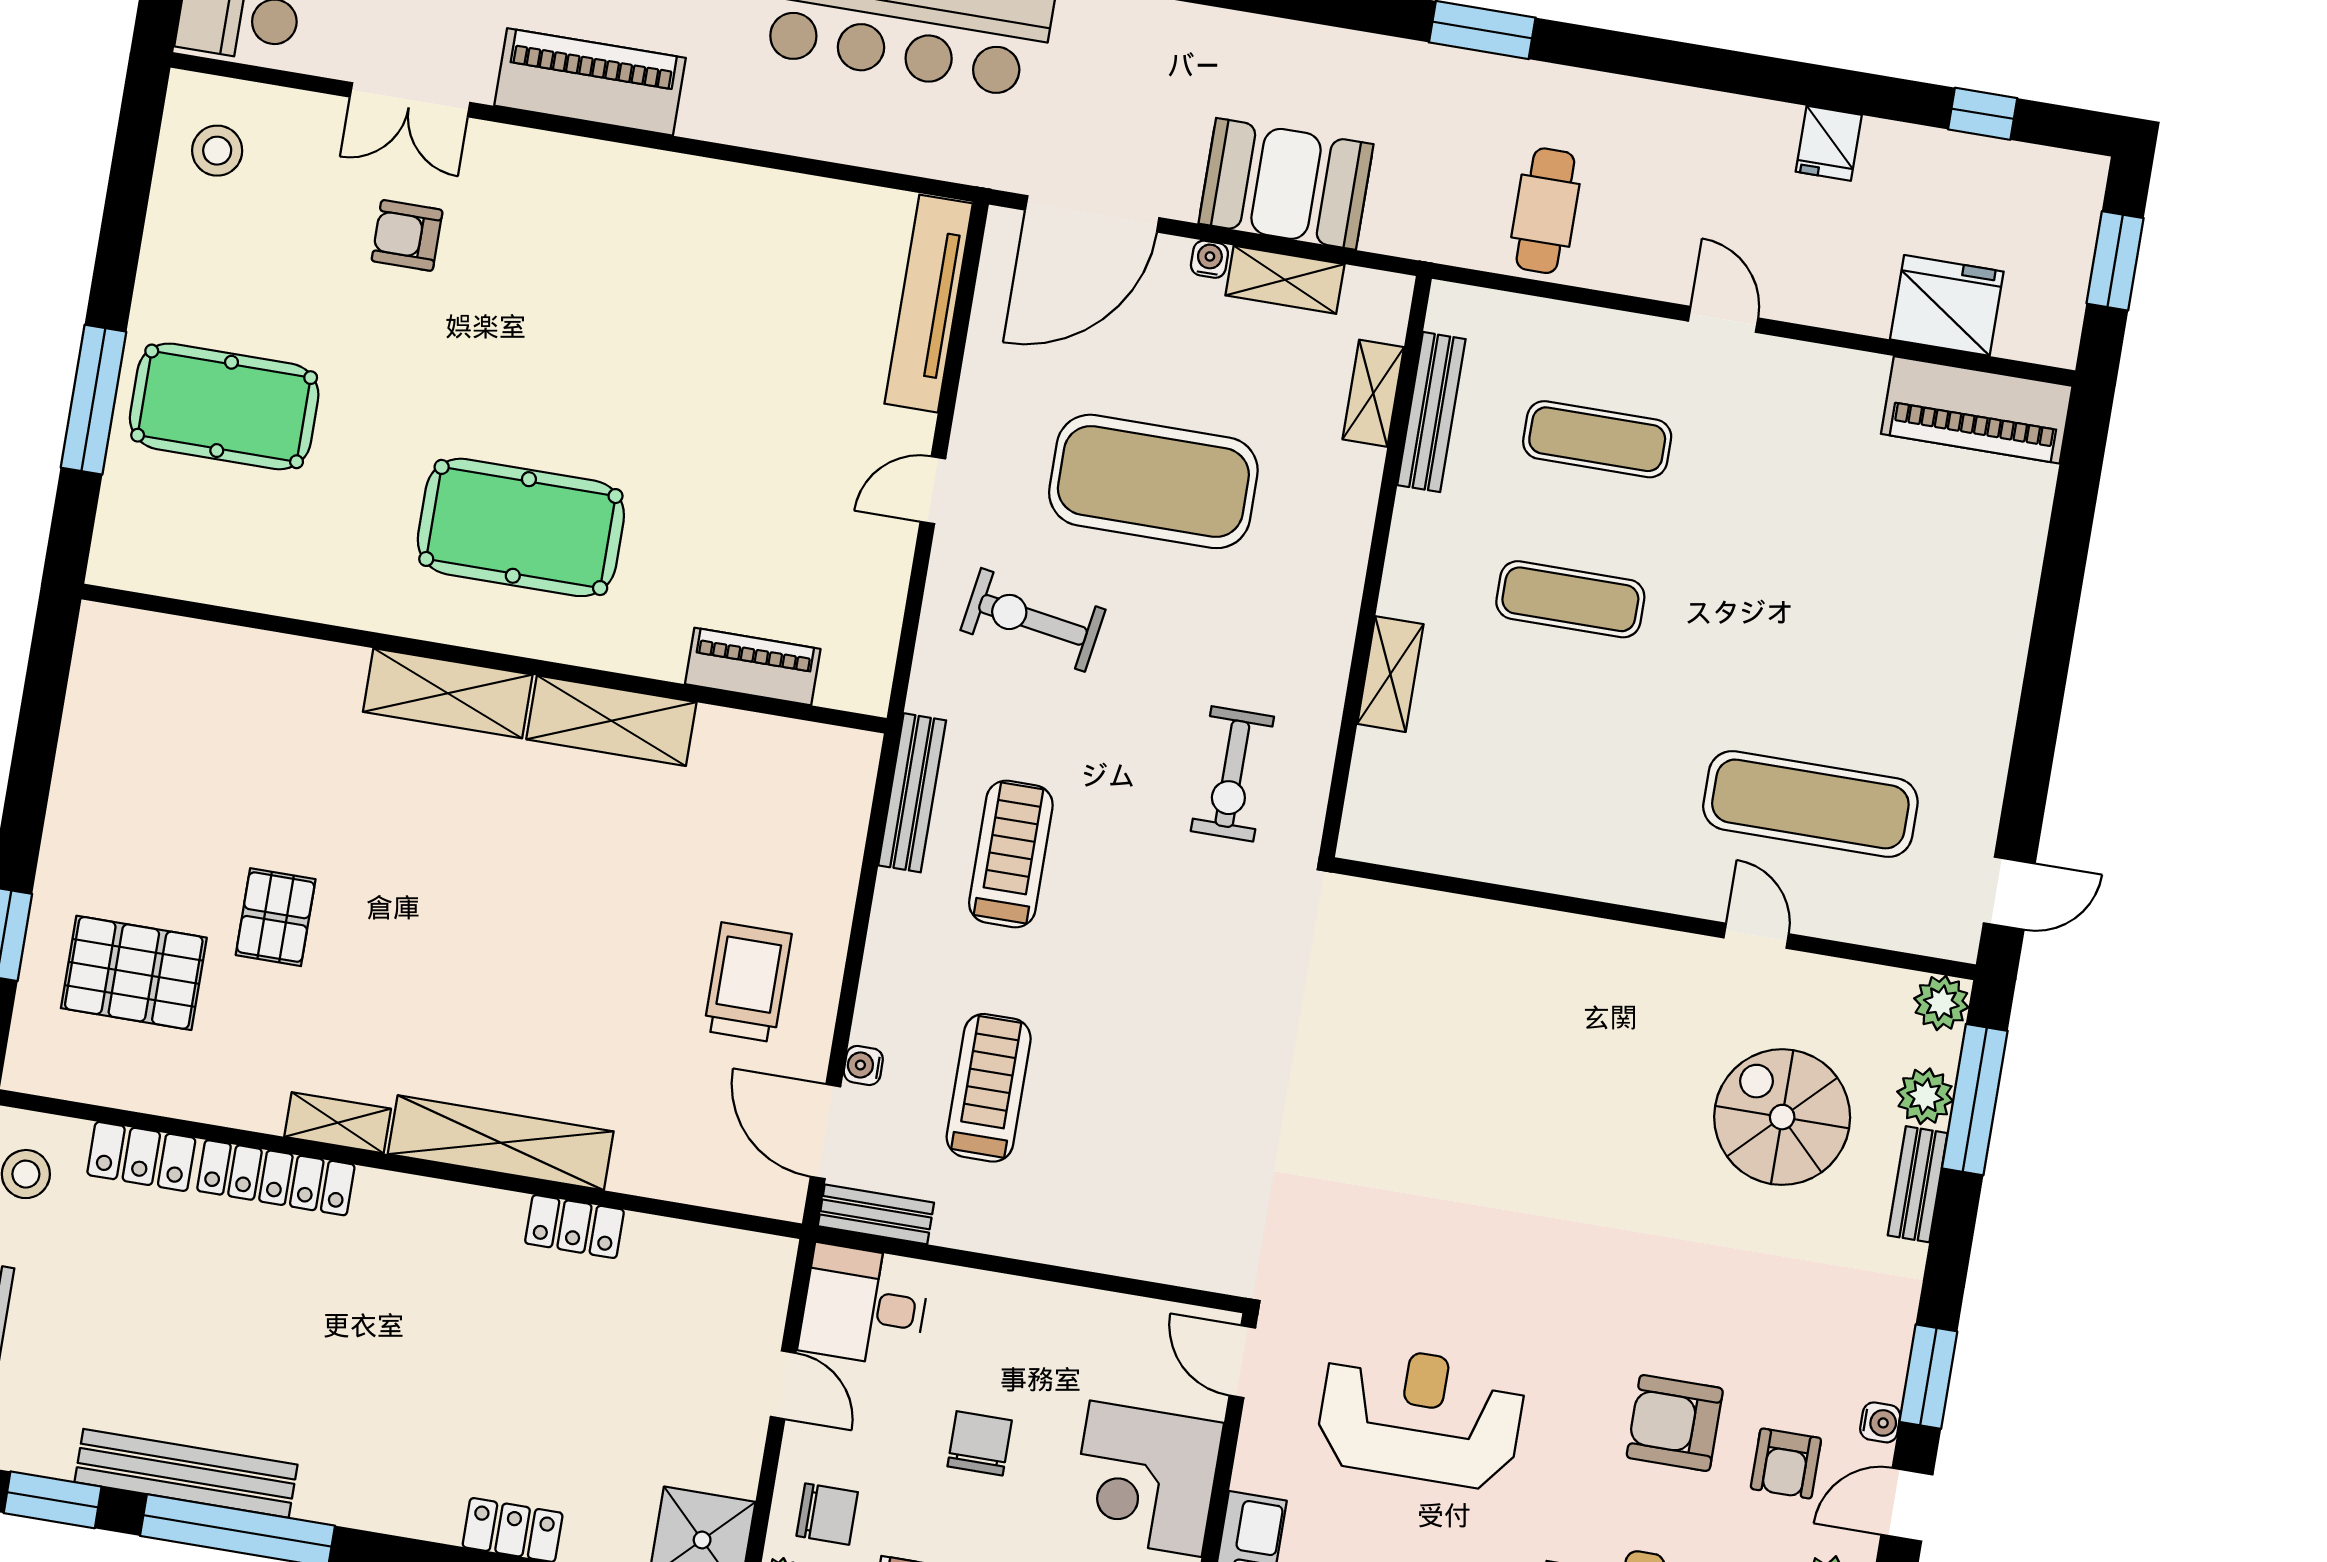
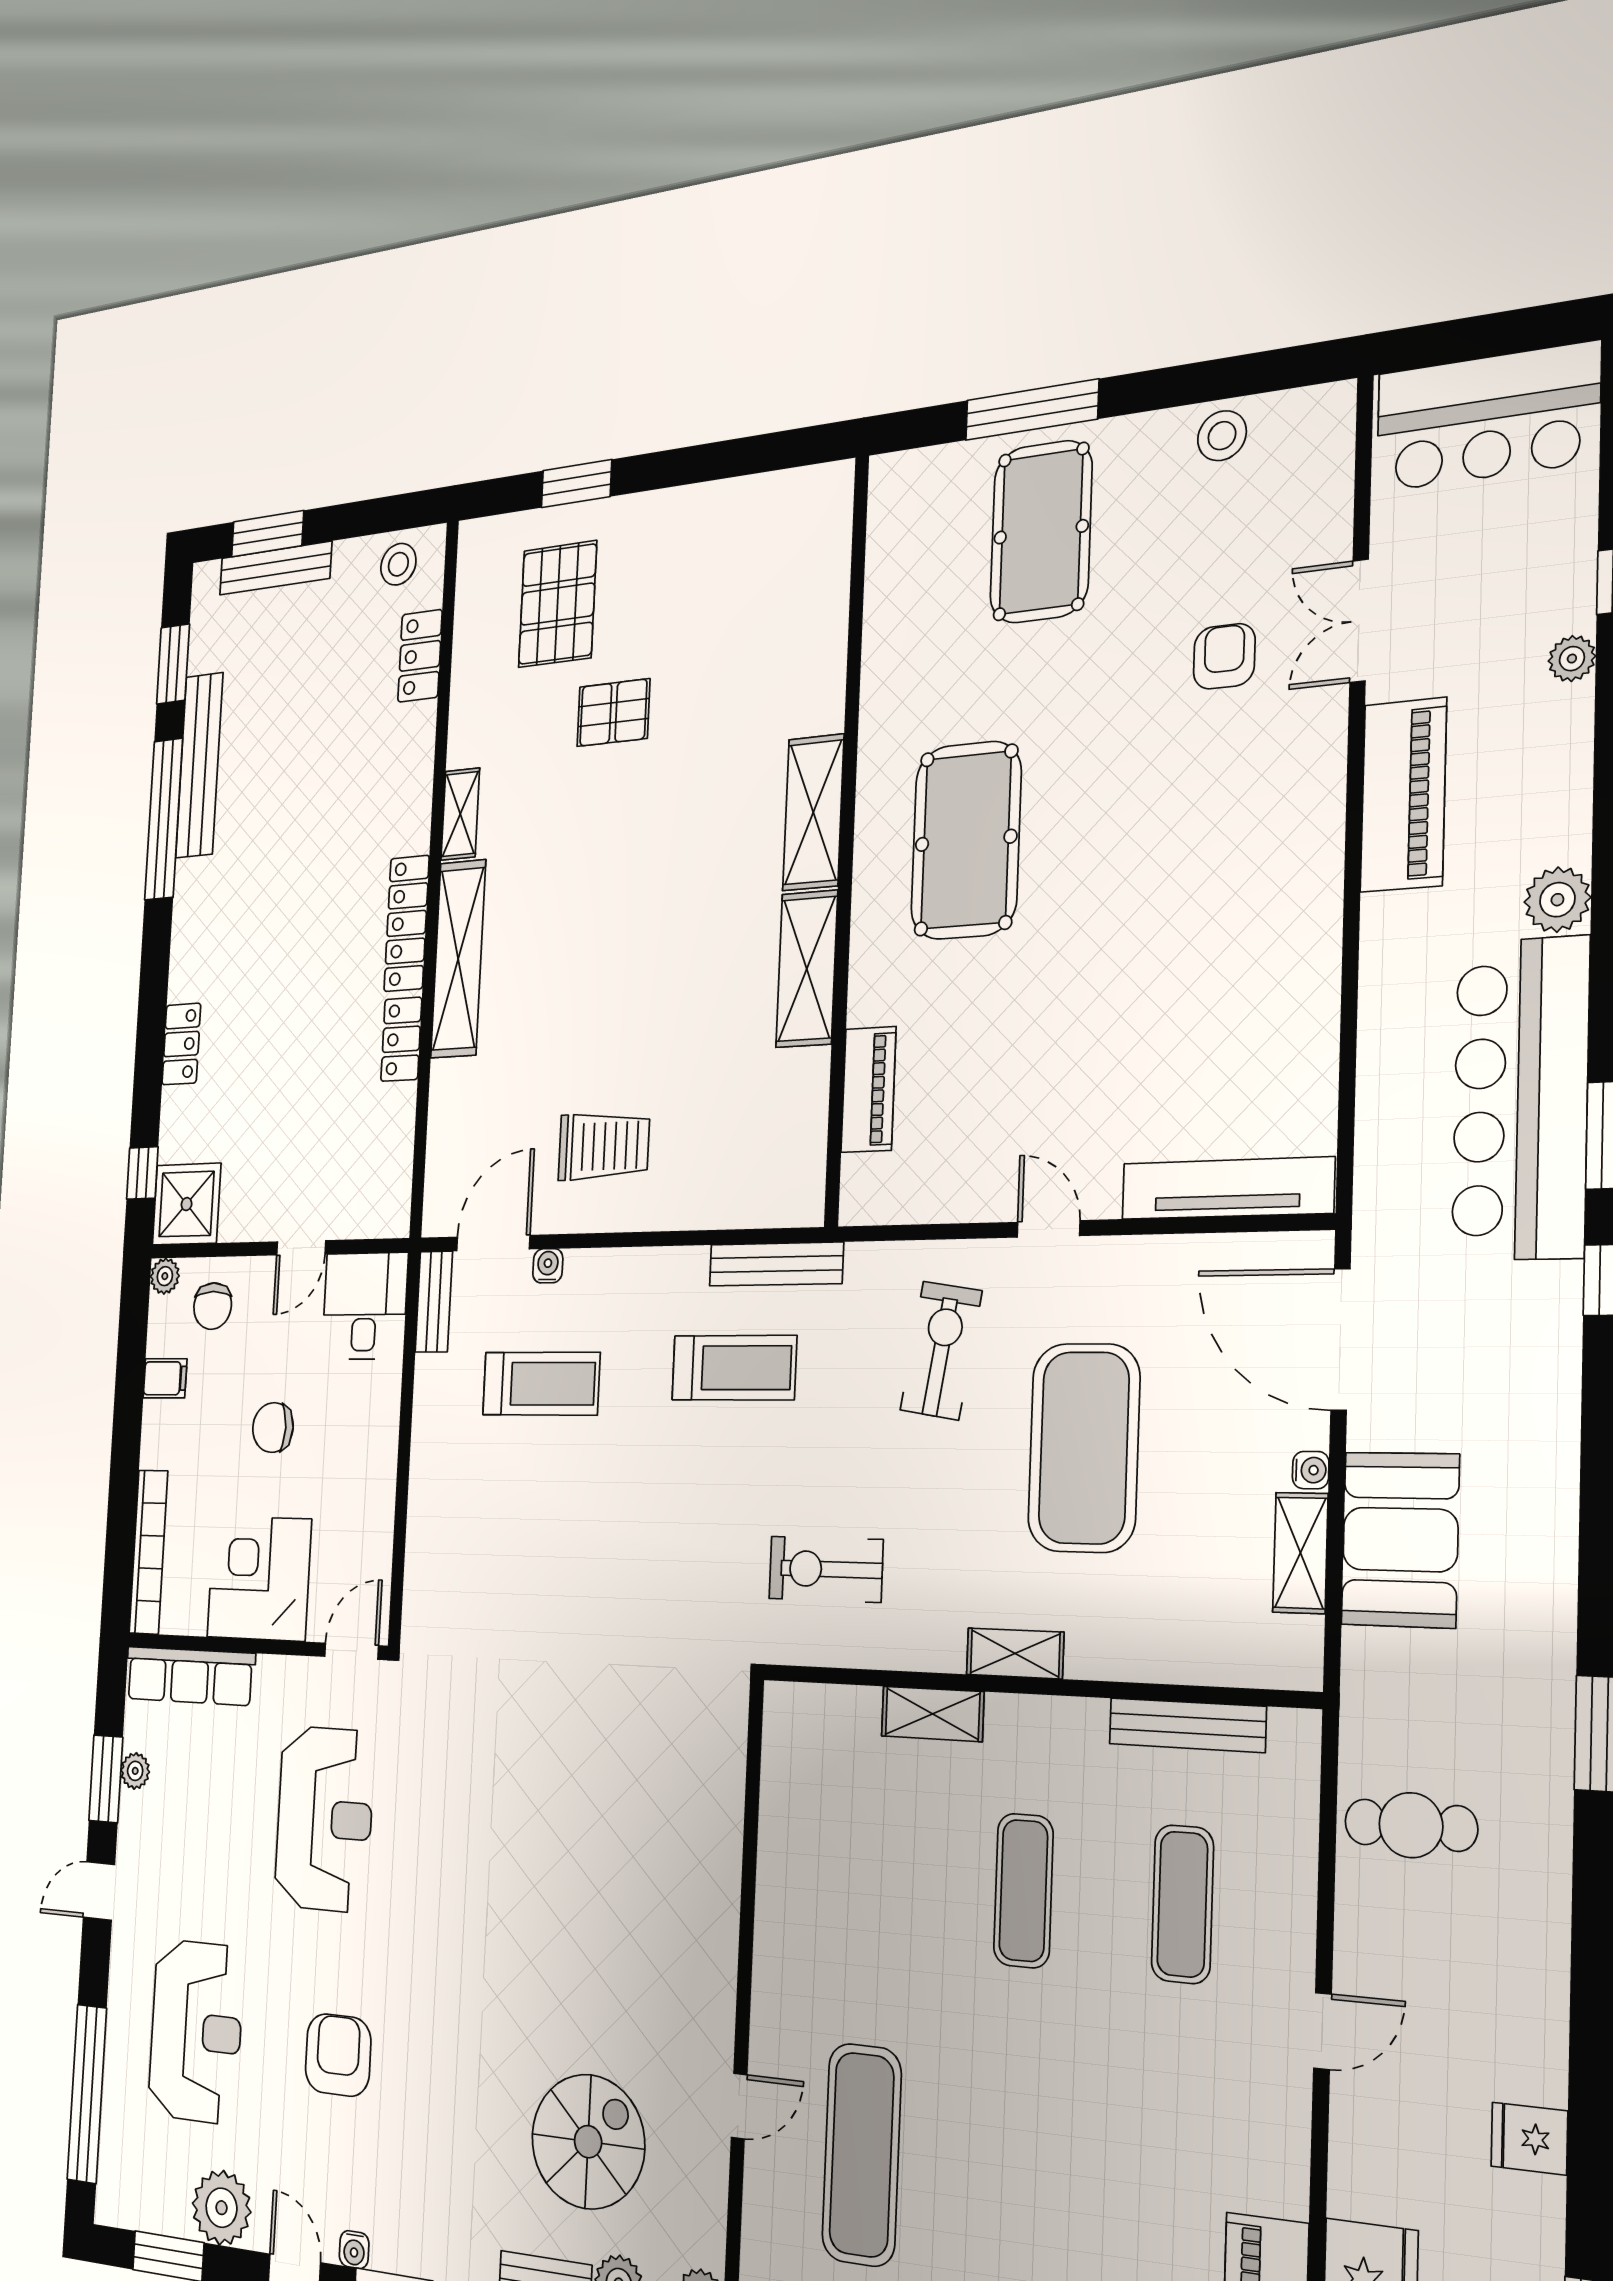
stool: (217, 151) -> (1222, 436), moved
shelving: (1373, 393) -> (1015, 1653), moved
locker: (276, 1178) -> (407, 923), moved
chair: (980, 1443) -> (273, 1428), turned 180
armchair: (1786, 1463) -> (316, 2162), removed

